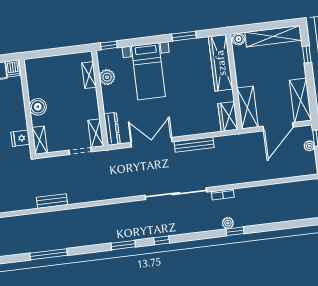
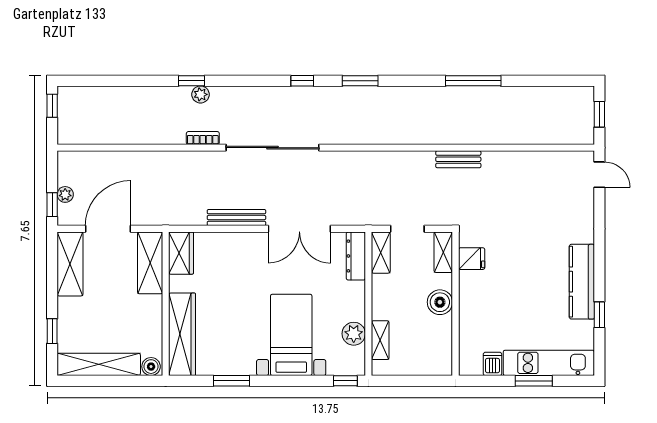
wall: (27, 107) -> (455, 304), moved
boiler: (38, 107) -> (440, 302), moved
fridge: (20, 138) -> (472, 259), moved
shelving: (40, 140) -> (443, 252), moved

